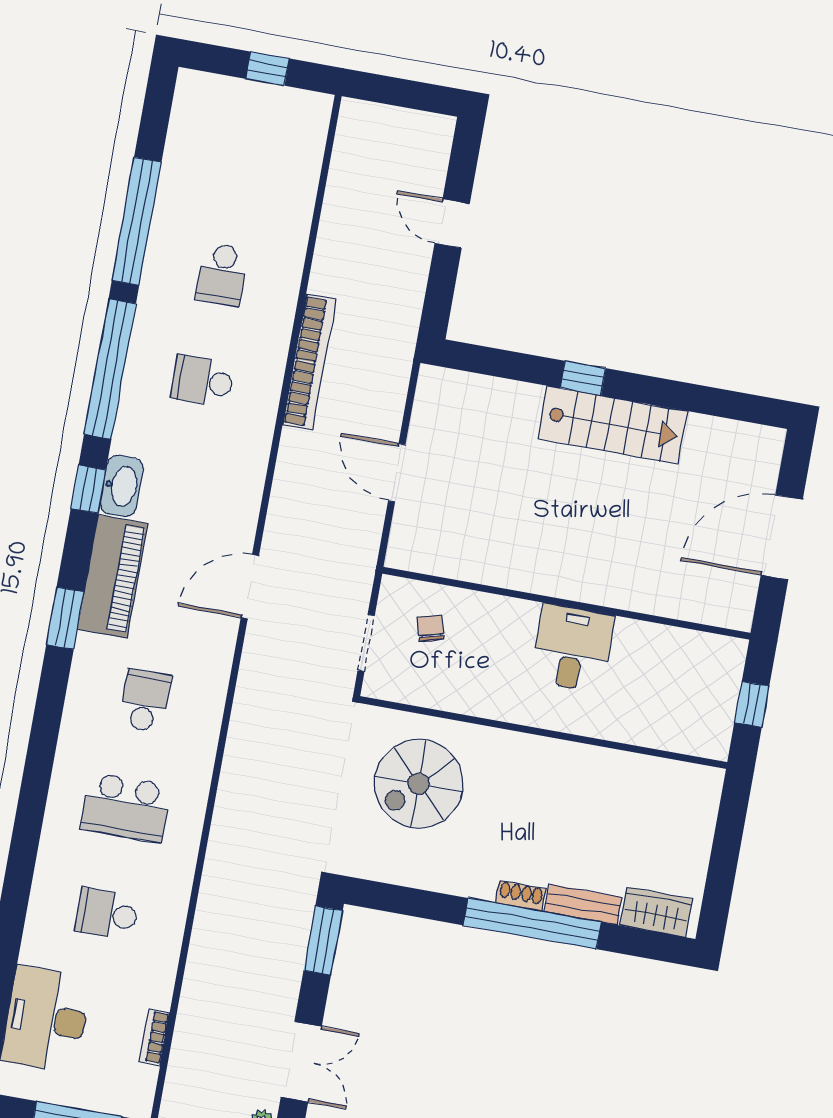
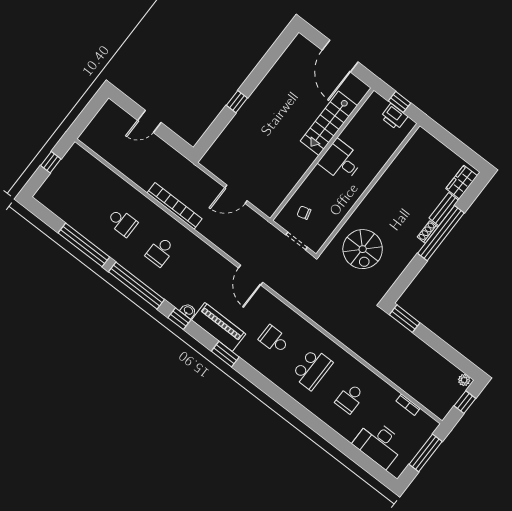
stairs: (613, 425) -> (329, 123), moved, turned 180
washbasin: (122, 486) -> (188, 311), width x0.52, depth x0.69
printer: (716, 709) -> (394, 117), added
double door: (301, 1062) -> (448, 352), removed

